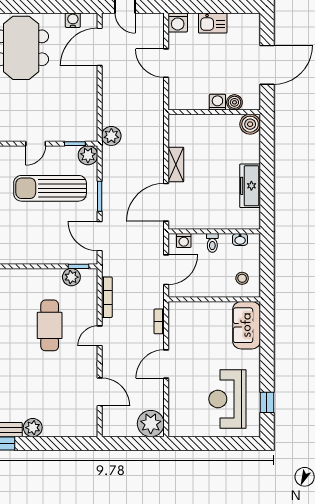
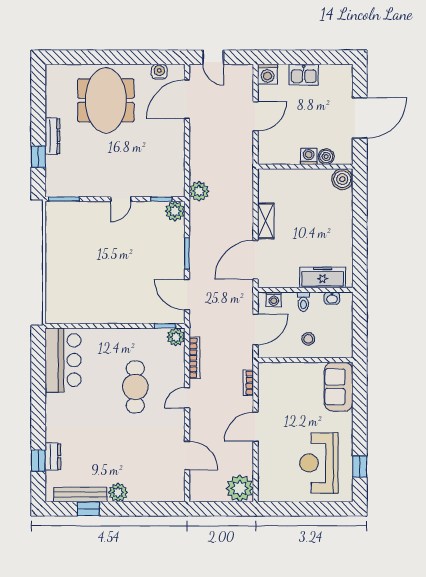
door: (166, 63) -> (256, 116), swing flipped
freezer: (250, 186) -> (323, 277), moved, turned 90
sun lounger: (50, 188) -> (136, 245), removed
plant: (71, 277) -> (176, 337), moved
stool: (242, 278) -> (308, 339), moved

